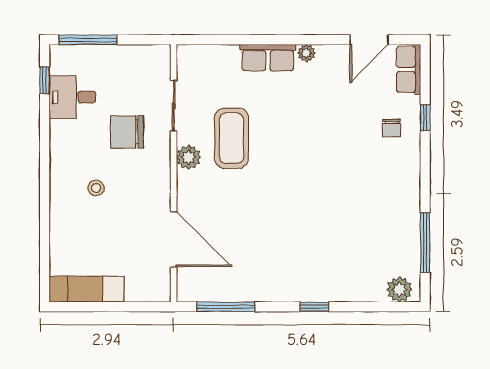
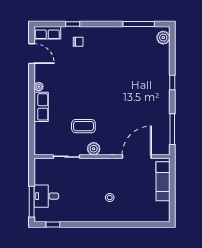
desk: (72, 97) -> (46, 196), moved, turned 90
chair: (127, 132) -> (80, 181), removed
coffee table: (231, 138) -> (83, 126), width x0.73, depth x0.76
exam couch: (86, 289) -> (163, 181), moved

